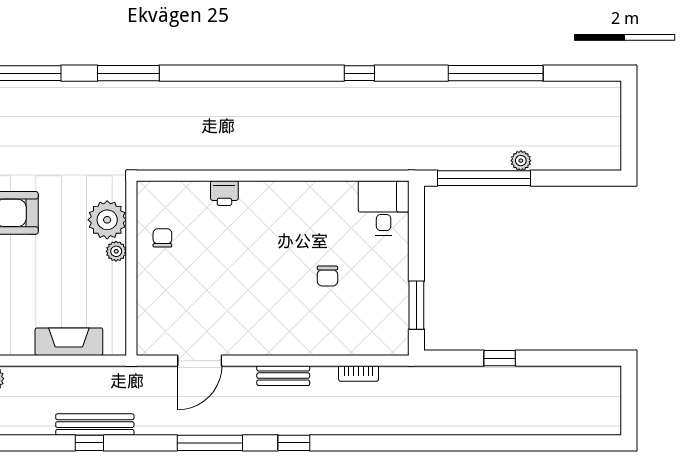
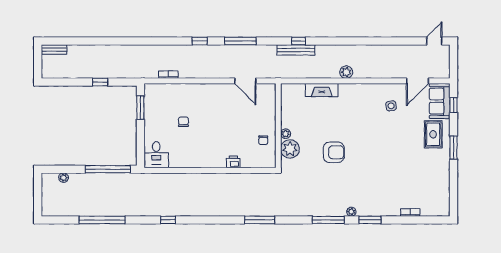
window: (128, 73) -> (260, 220), moved
plant: (521, 161) -> (63, 178), moved
fireplace: (69, 342) -> (322, 90), moved
door: (200, 361) -> (245, 81), swing flipped
bench: (283, 376) -> (54, 49), moved

